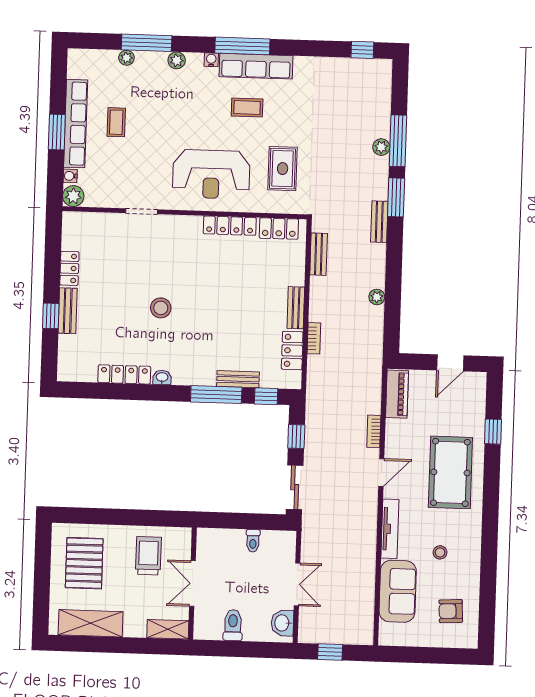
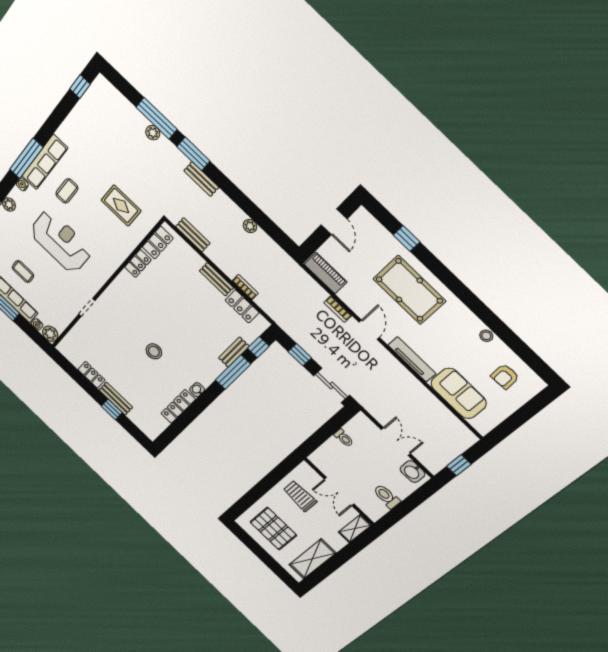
reception desk: (211, 174) -> (61, 242), moved, turned -90
locker: (230, 226) -> (138, 263), width x0.66
stool: (440, 552) -> (486, 336), moved

